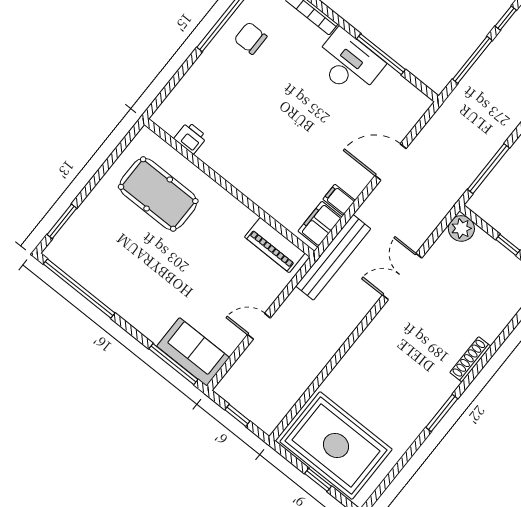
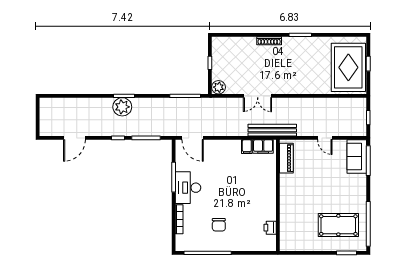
chair: (251, 38) -> (219, 225), moved
door: (390, 162) -> (193, 138), moved
pool table: (158, 194) -> (338, 225), moved, turned 90

